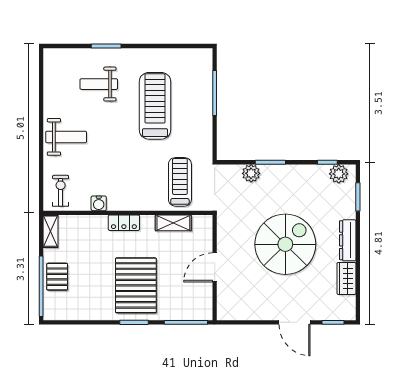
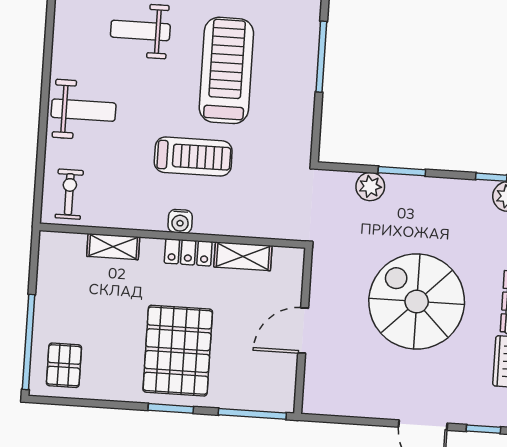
treadmill: (180, 182) -> (193, 157), moved, turned 90
water cooler: (99, 203) -> (180, 221), moved
locker: (124, 223) -> (188, 252), moved
shelving: (50, 231) -> (113, 247), moved, turned 90
spiral stairs: (285, 244) -> (417, 302), turned -90
pallet: (57, 277) -> (64, 365), moved

